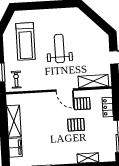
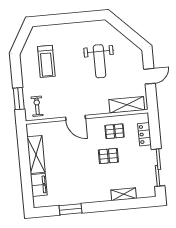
treadmill: (26, 41) -> (46, 61), width x0.73, depth x0.73
weight bench: (59, 49) -> (99, 61), moved, turned 180
door: (65, 90) -> (76, 118), moved

